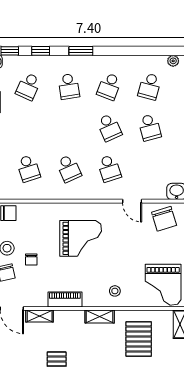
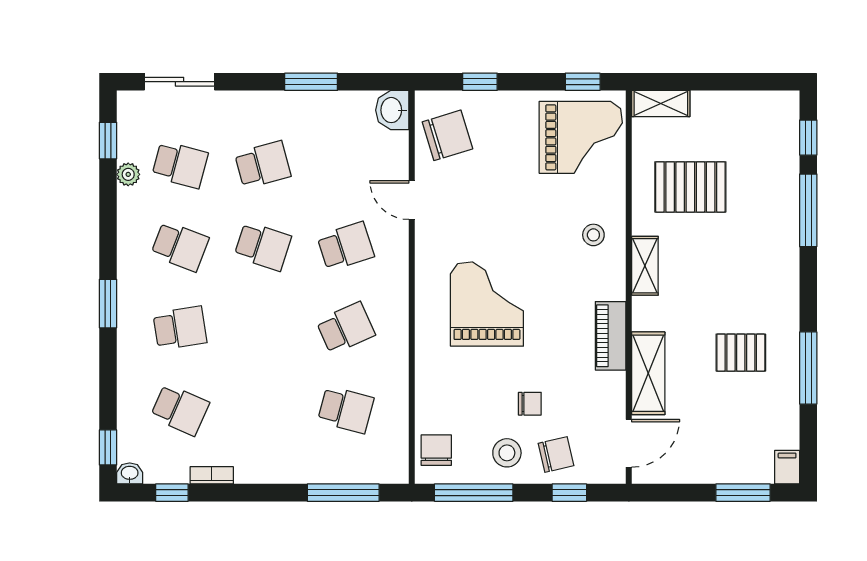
window: (41, 51) -> (108, 141), moved
plant: (173, 61) -> (128, 174), moved
school desk: (109, 127) -> (263, 246), turned 42
school desk: (28, 168) -> (346, 410), turned 33
door: (132, 201) -> (412, 200), swing flipped
shelving: (40, 316) -> (648, 373), width x1.50, depth x1.33

